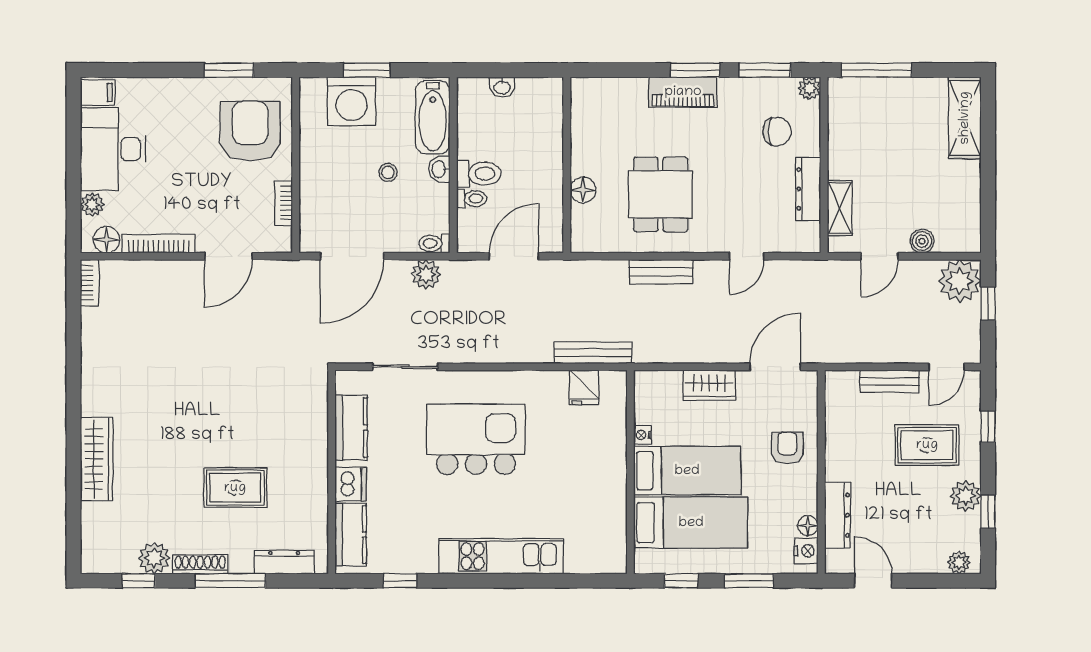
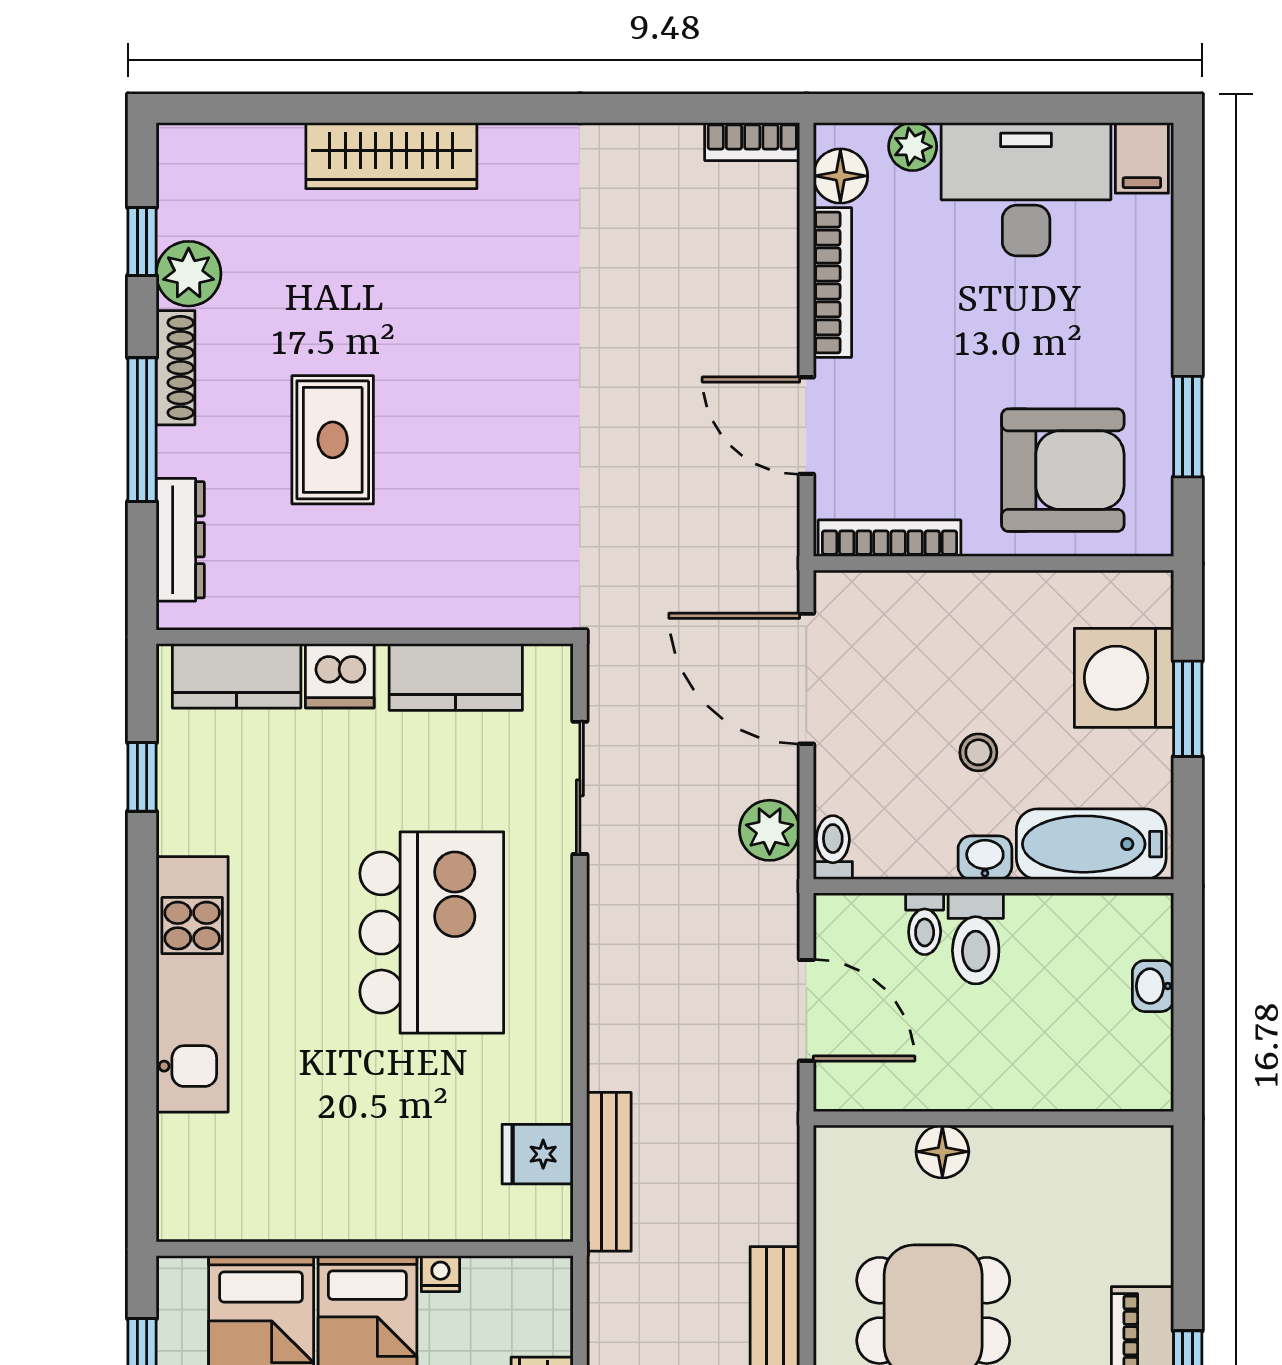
bookcase: (283, 203) -> (890, 538), width x1.56

